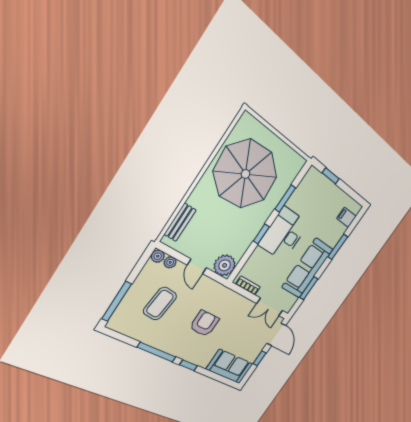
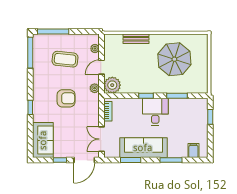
parasol: (245, 174) -> (174, 59), width x0.73, depth x0.73
bench: (180, 222) -> (136, 39), moved
desk: (284, 234) -> (155, 112), width x0.73
plant: (158, 256) -> (95, 88), moved
window: (157, 352) -> (30, 53), moved

